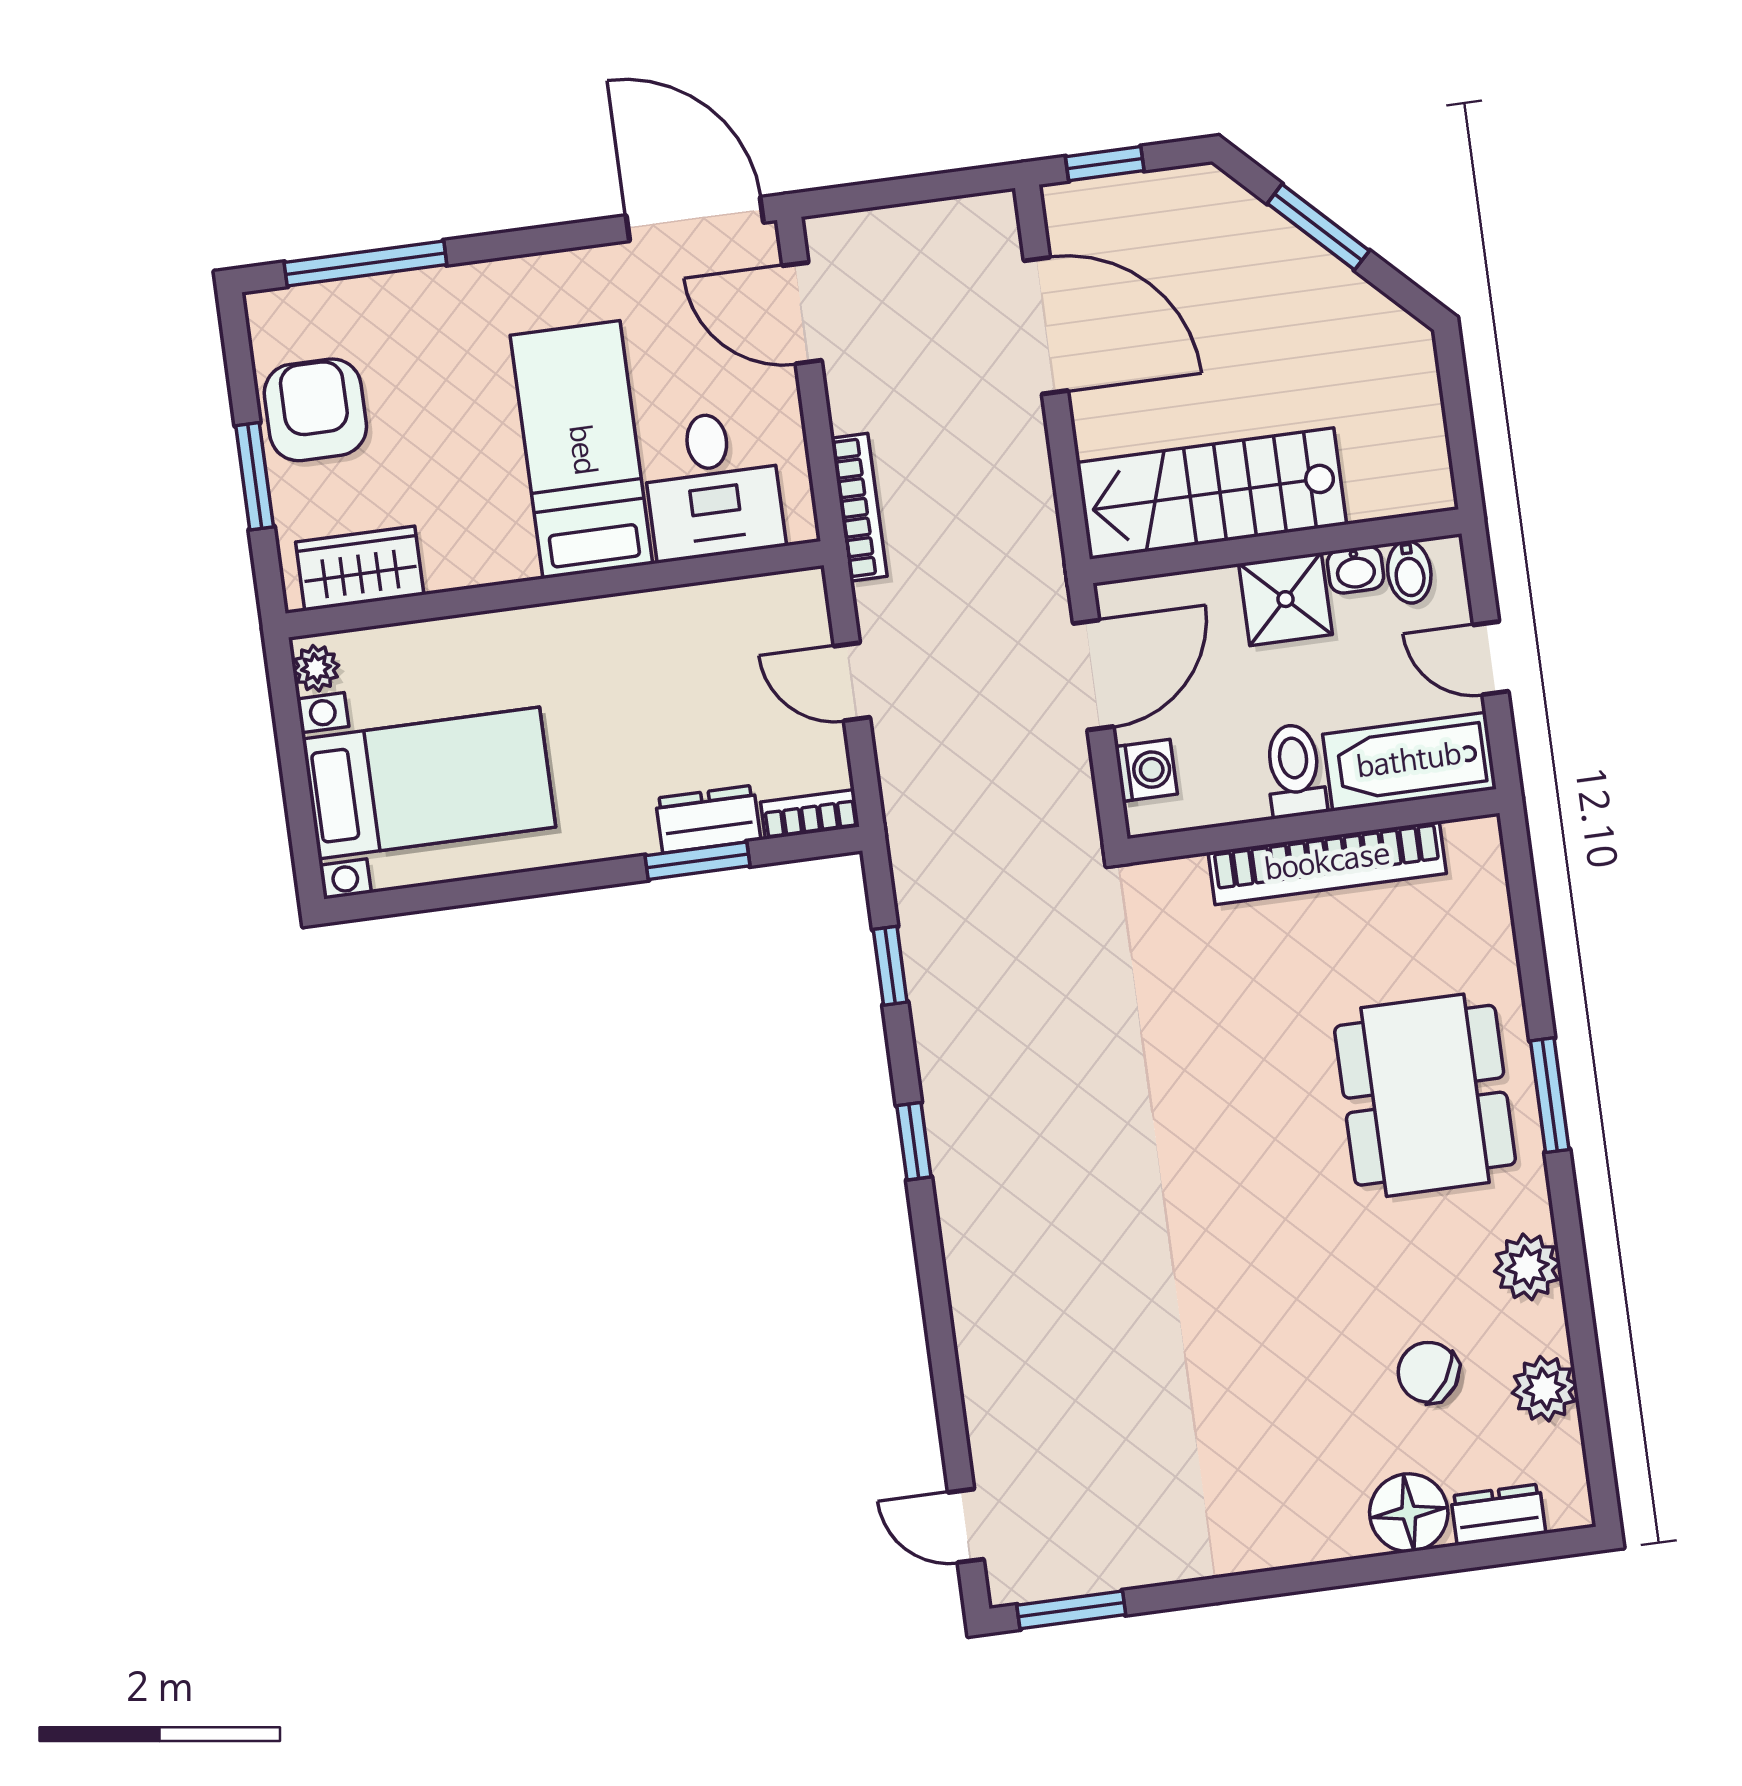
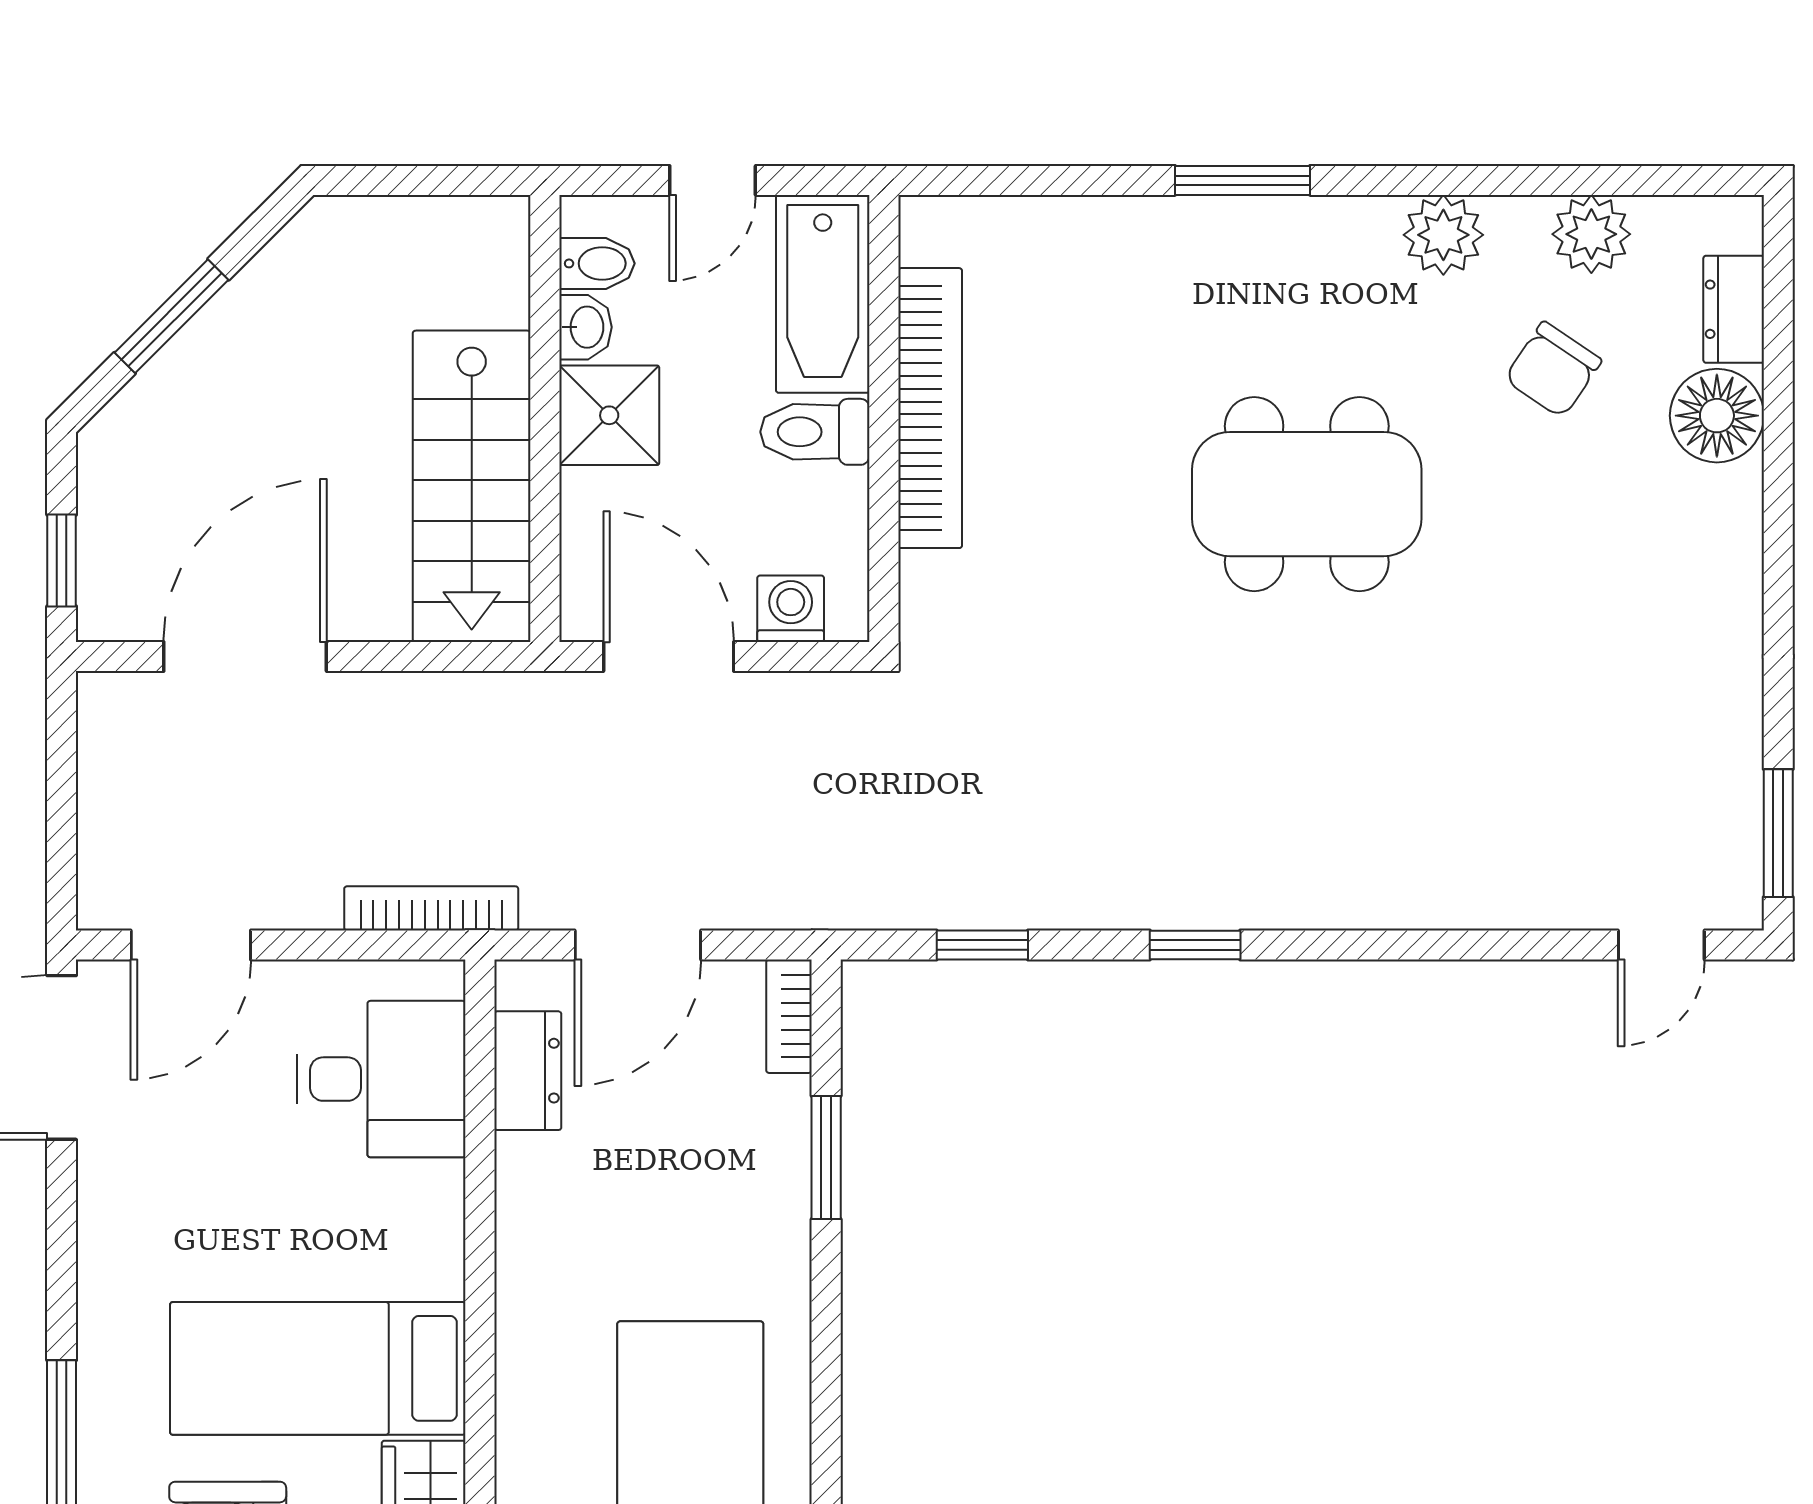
bed: (581, 450) -> (318, 1368), moved
door: (852, 682) -> (638, 945), width x1.38
dresser: (708, 819) -> (528, 1071), moved, turned 180
dining table: (1425, 1095) -> (1307, 494), moved

